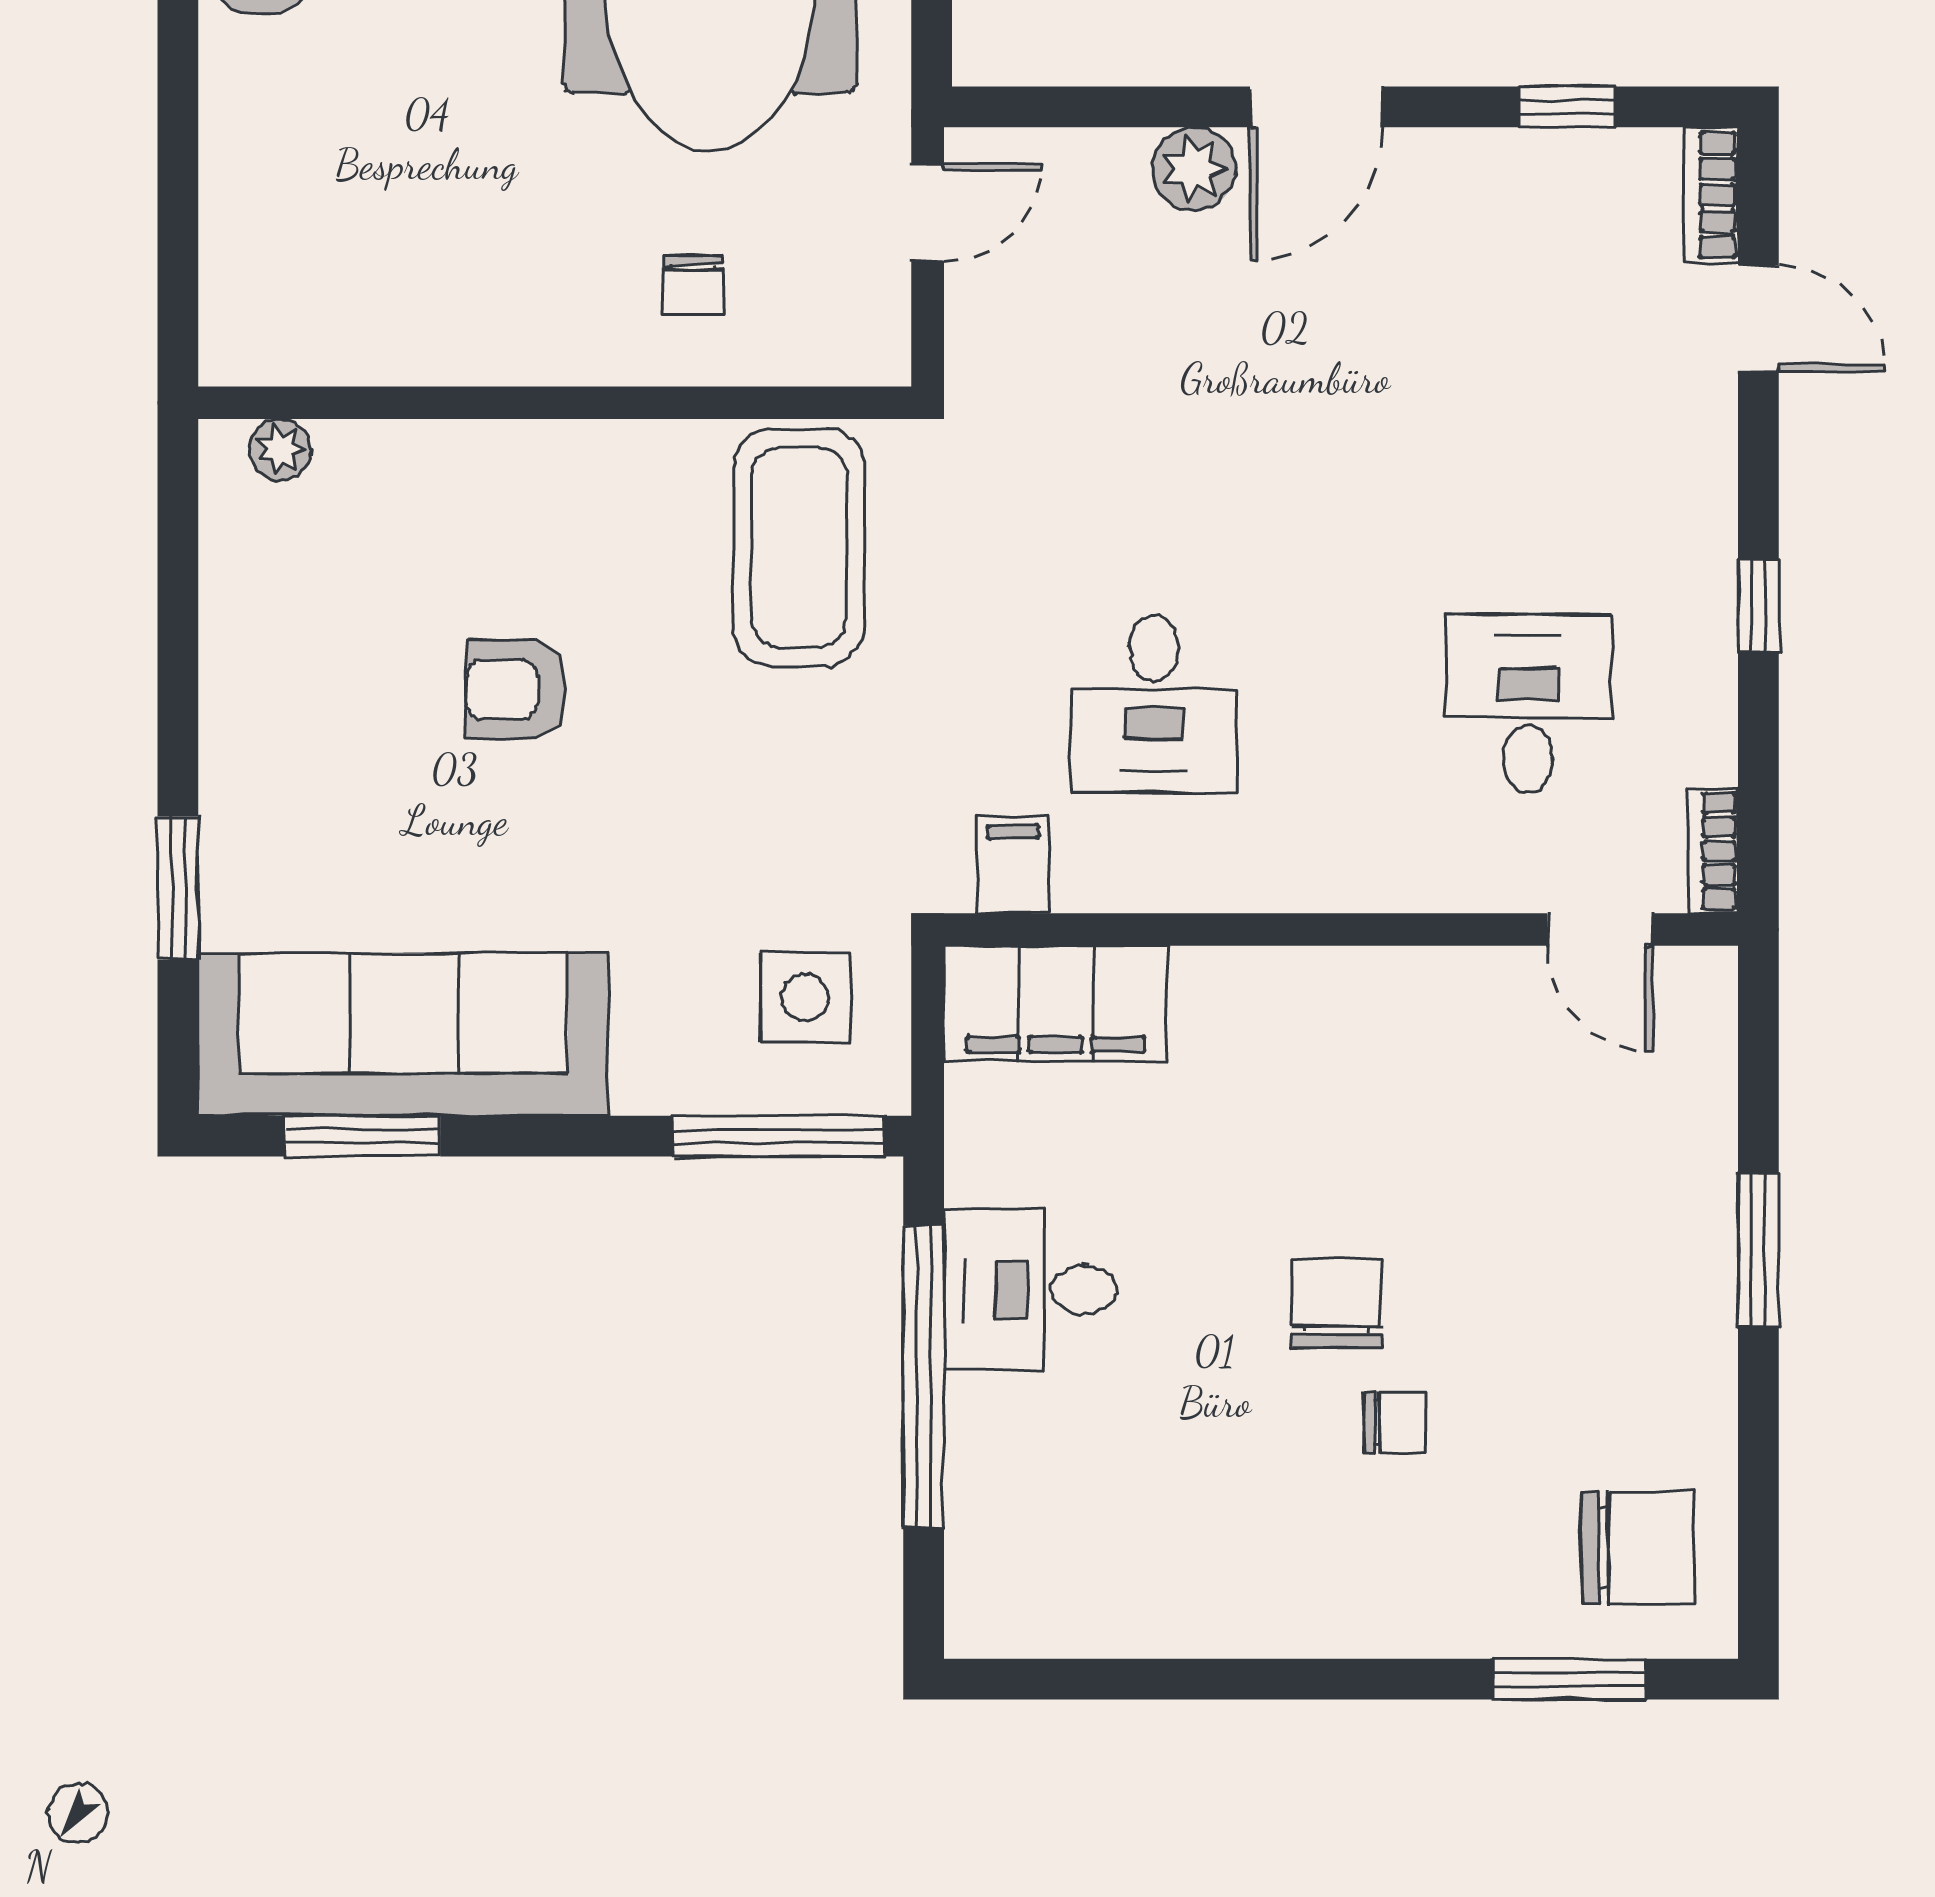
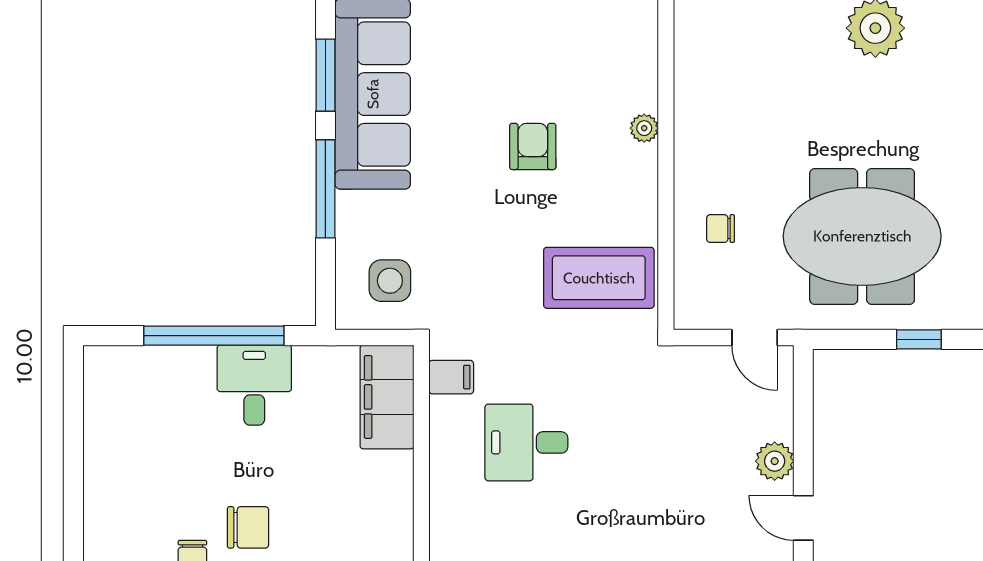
door: (1316, 107) -> (803, 518), width x0.73
plant: (280, 450) -> (644, 128), moved
window: (779, 1136) -> (325, 189), moved

